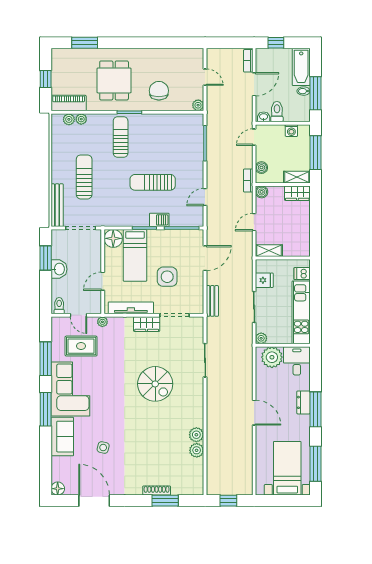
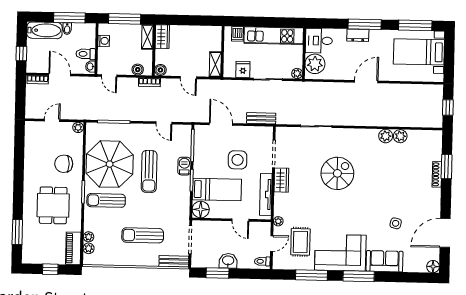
dining table: (114, 80) -> (53, 205), turned 90
parasol: (160, 140) -> (110, 164), added
bench: (57, 205) -> (174, 261), width x0.73

